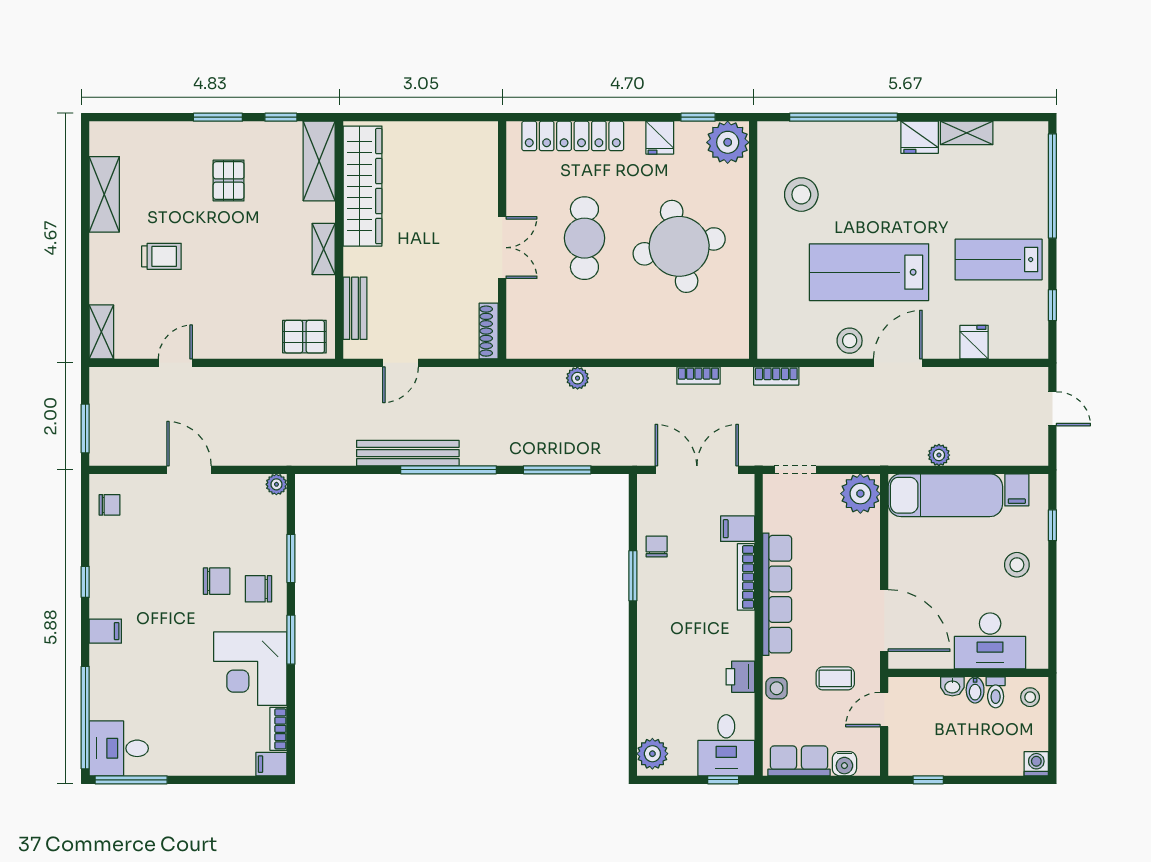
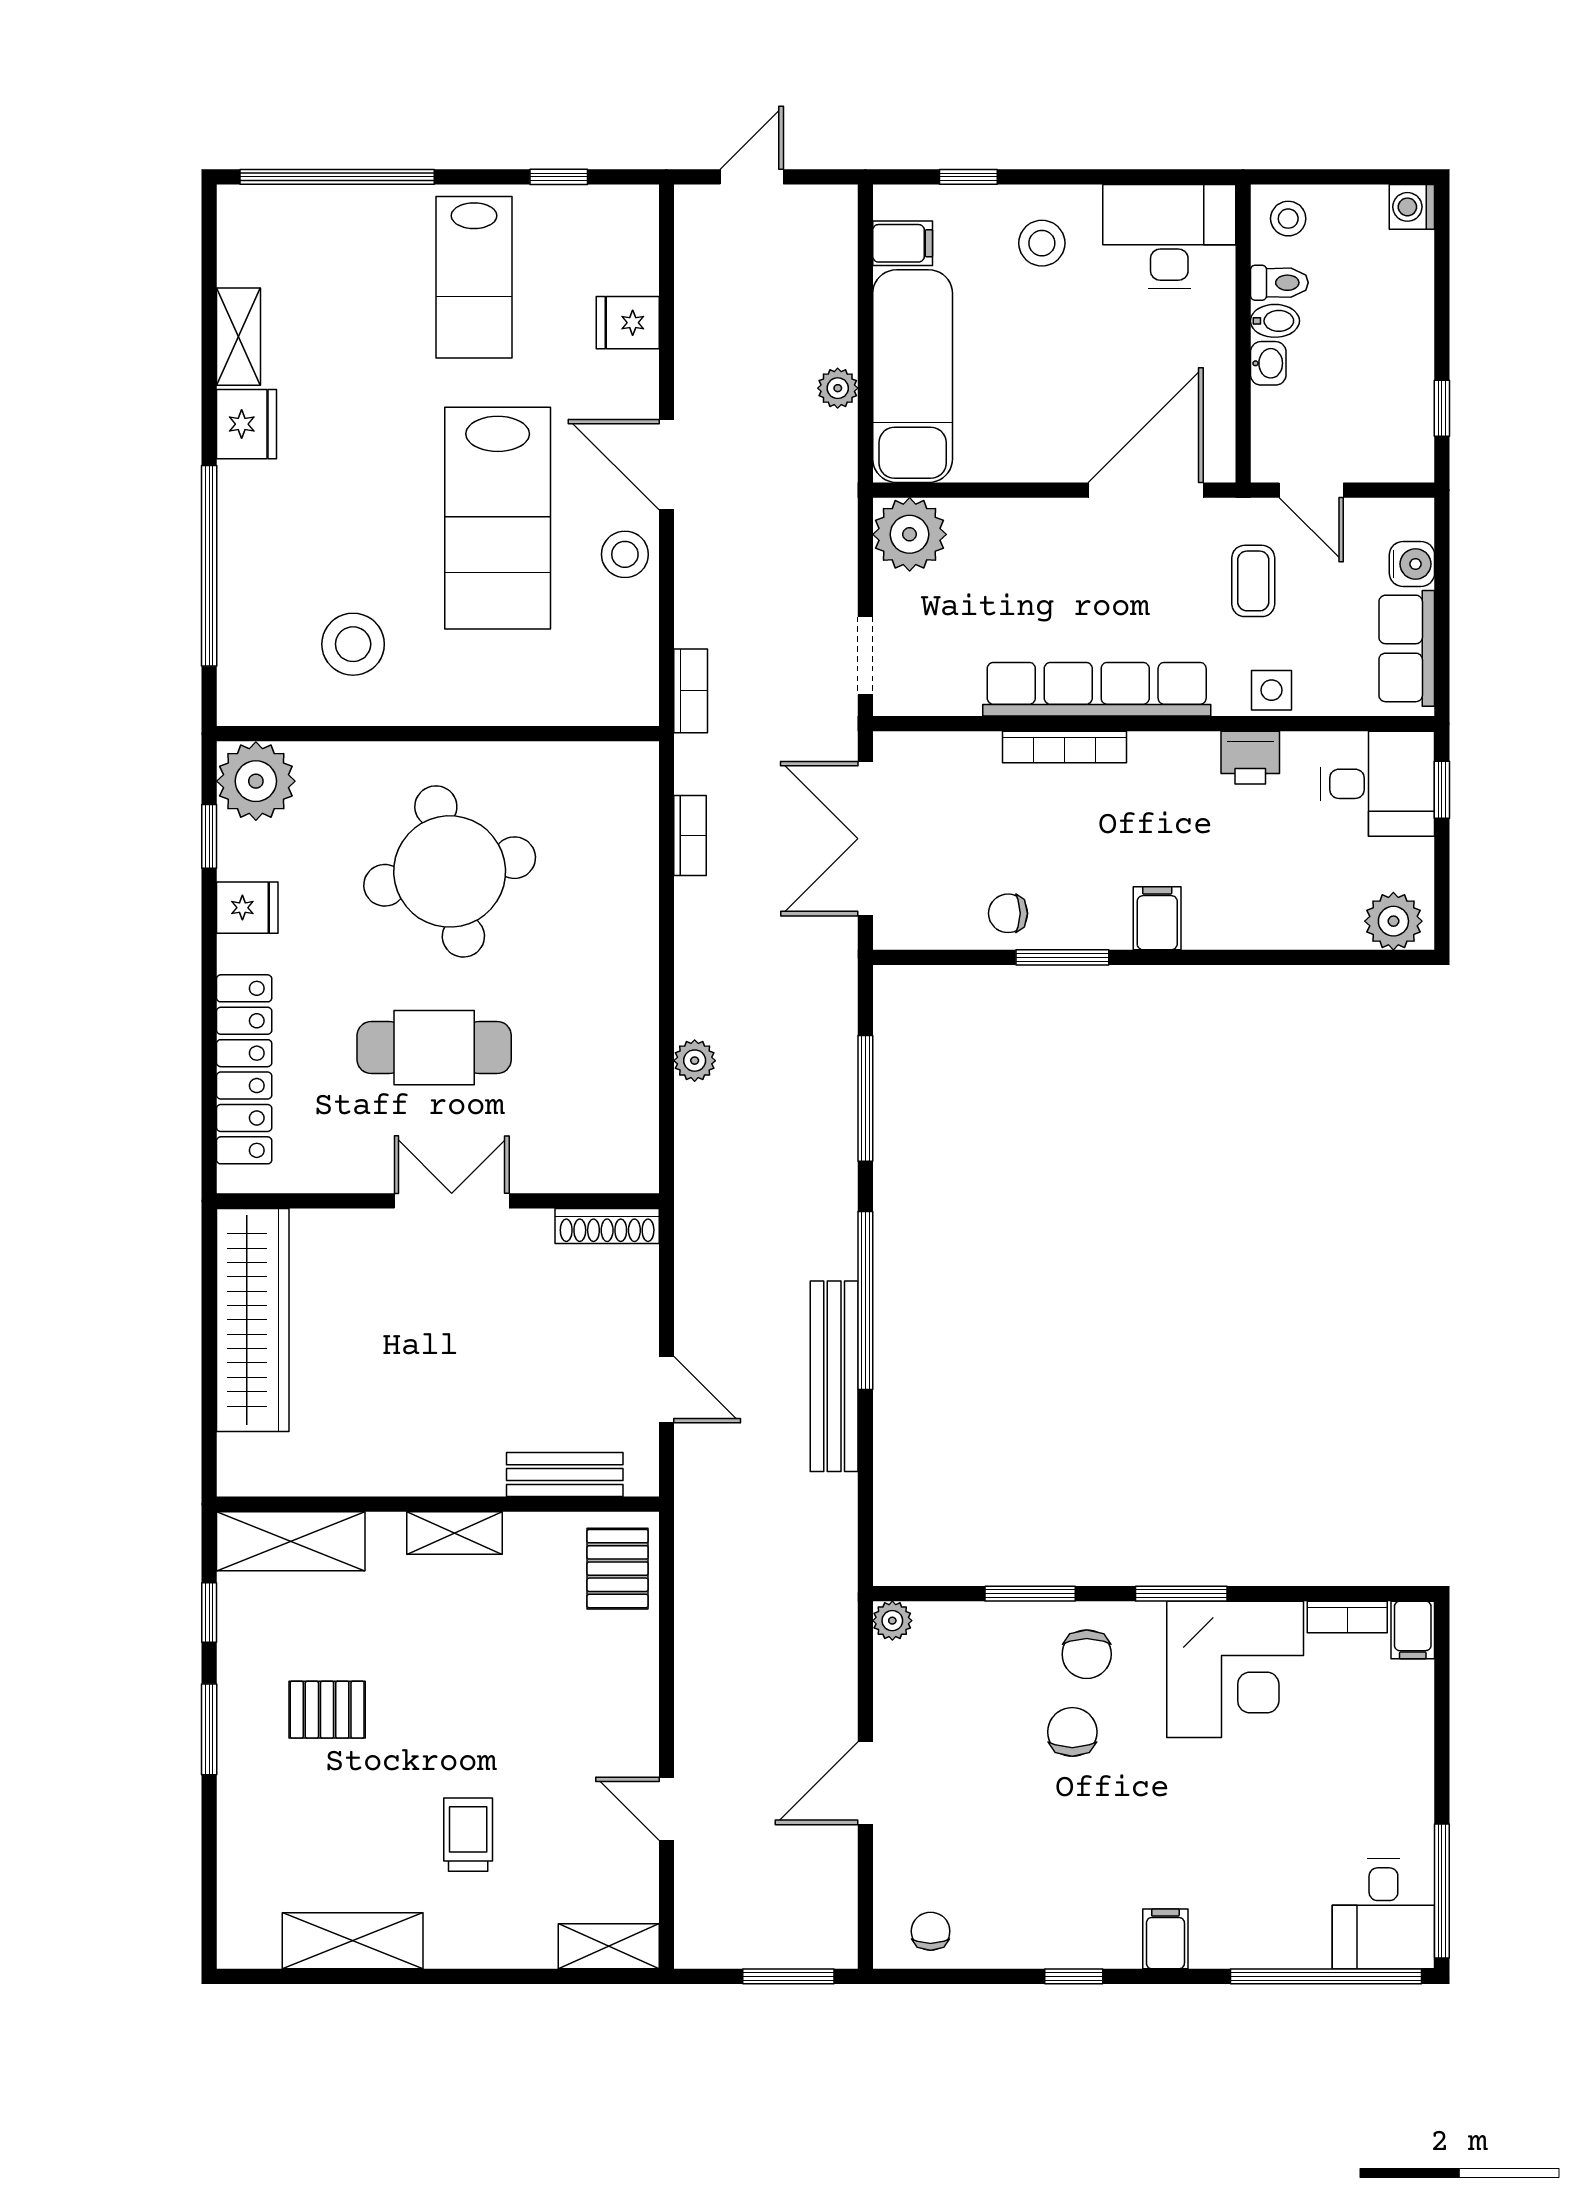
wardrobe: (362, 186) -> (253, 1320), moved, turned 90
filing cabinet: (738, 529) -> (1157, 918), moved, turned 180
desk: (990, 641) -> (1169, 236), moved, turned -90

